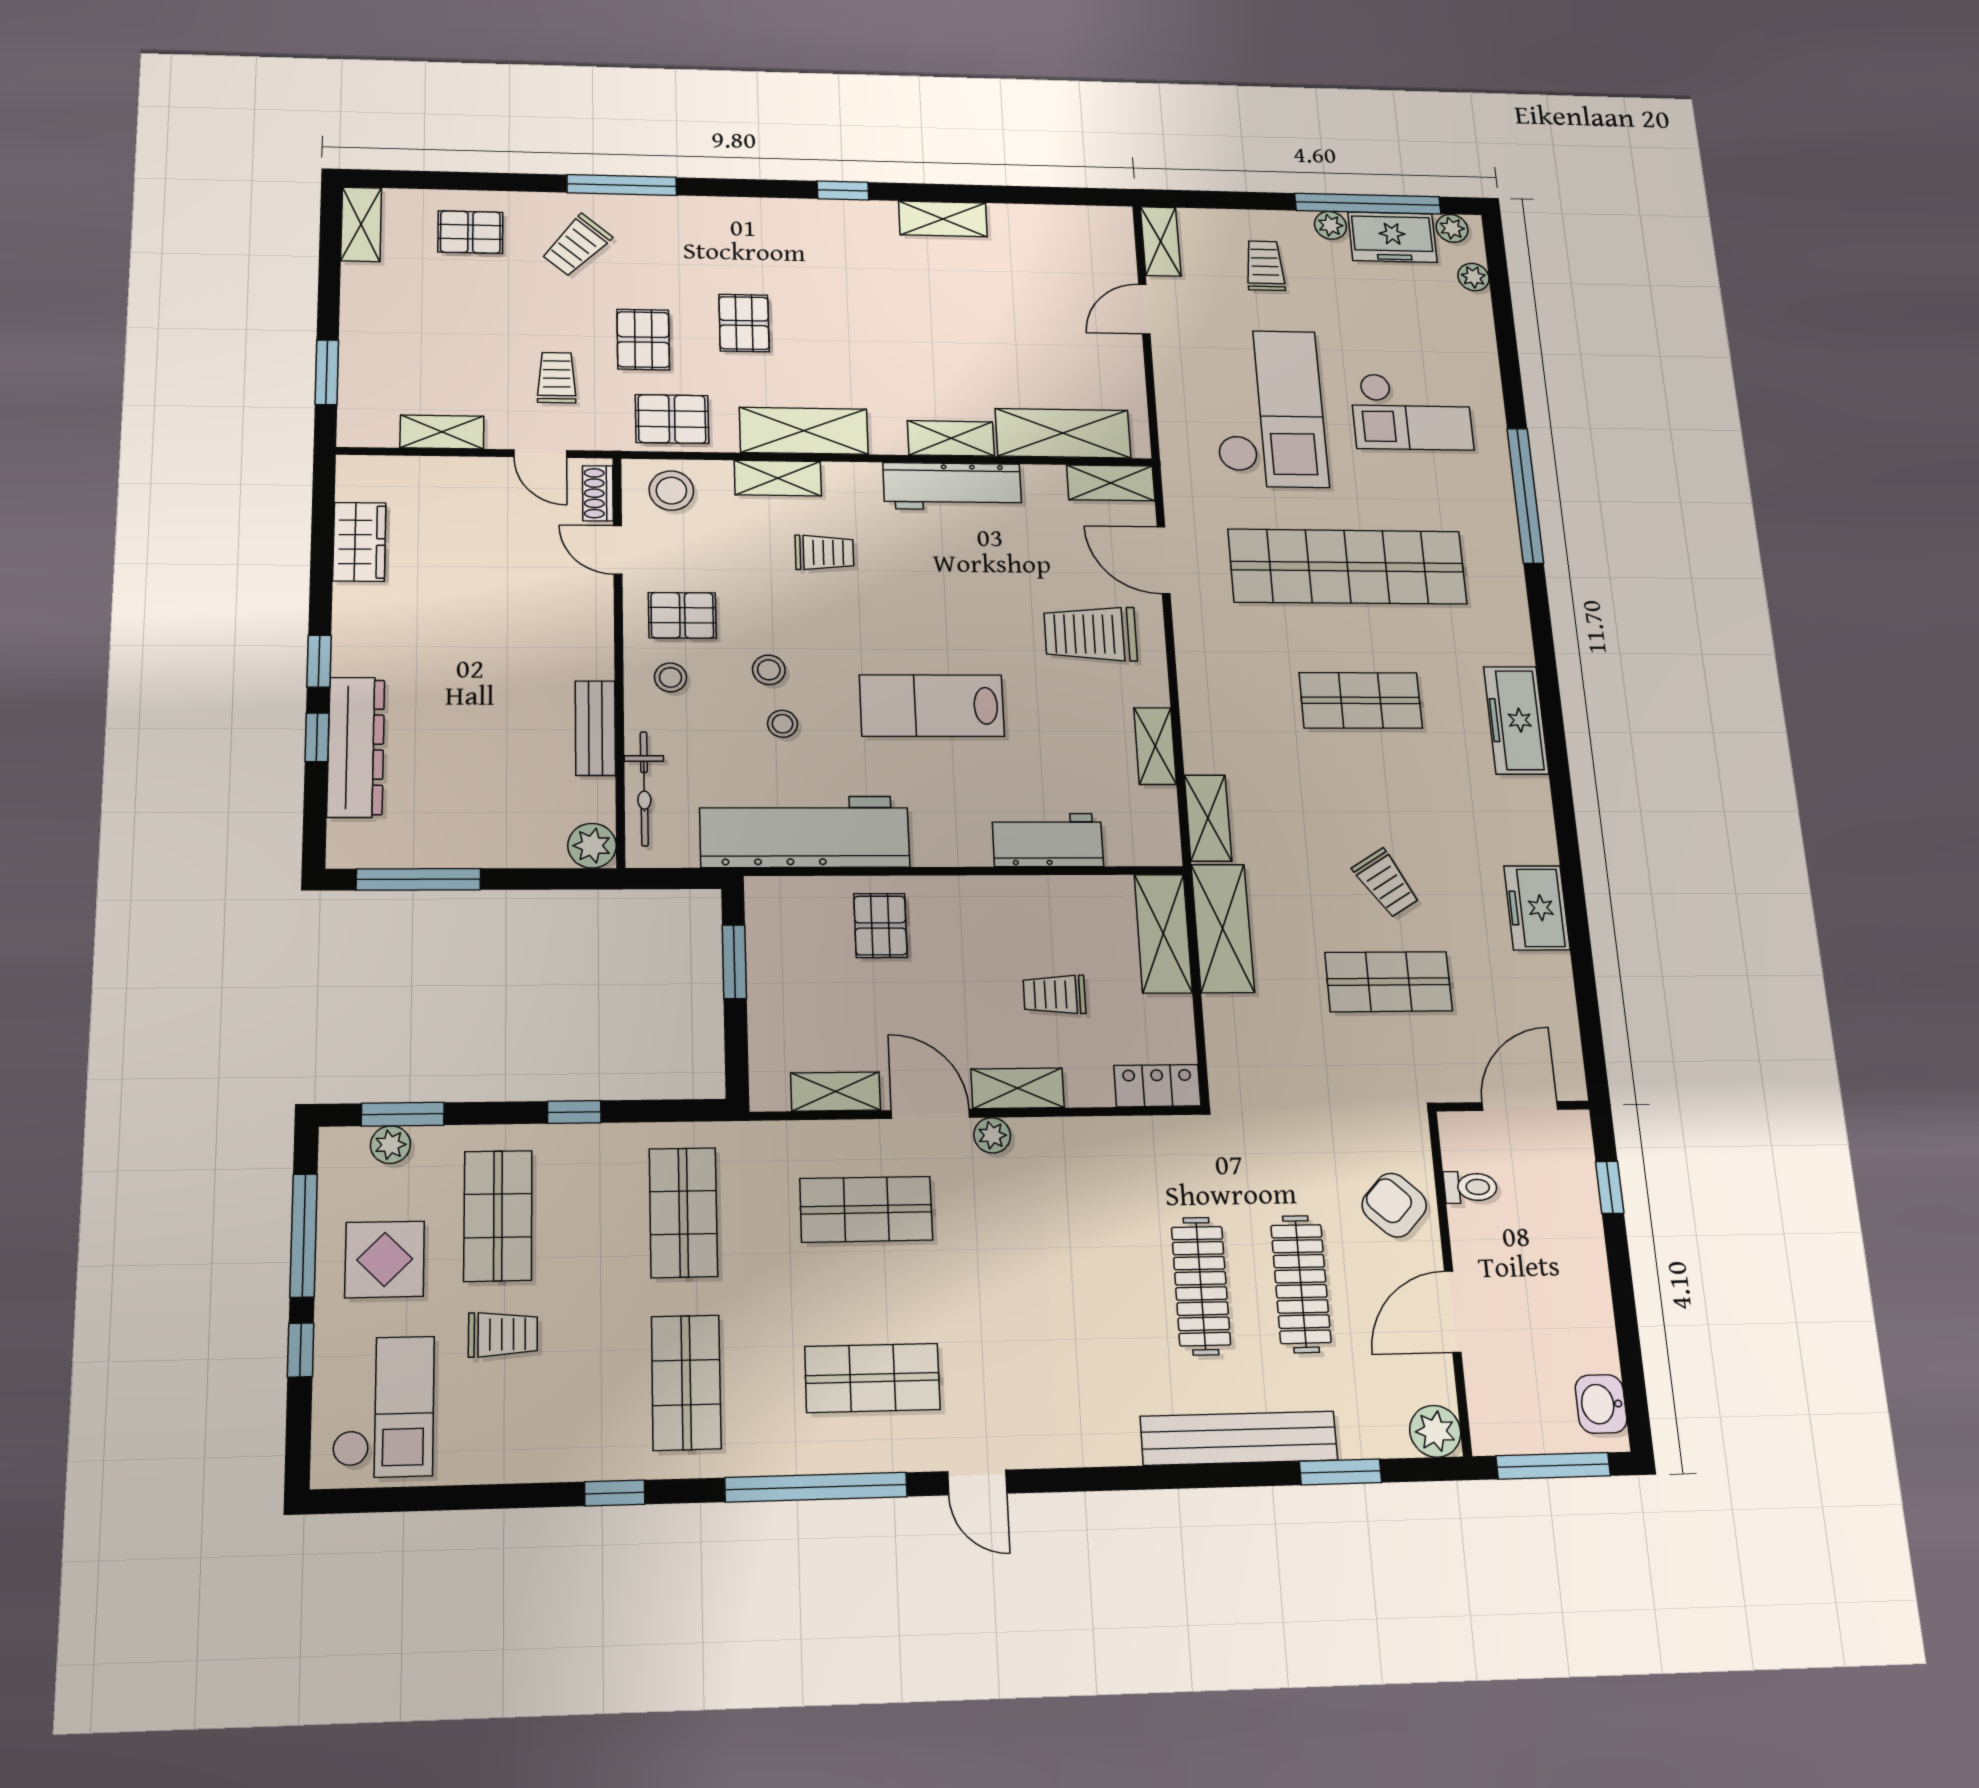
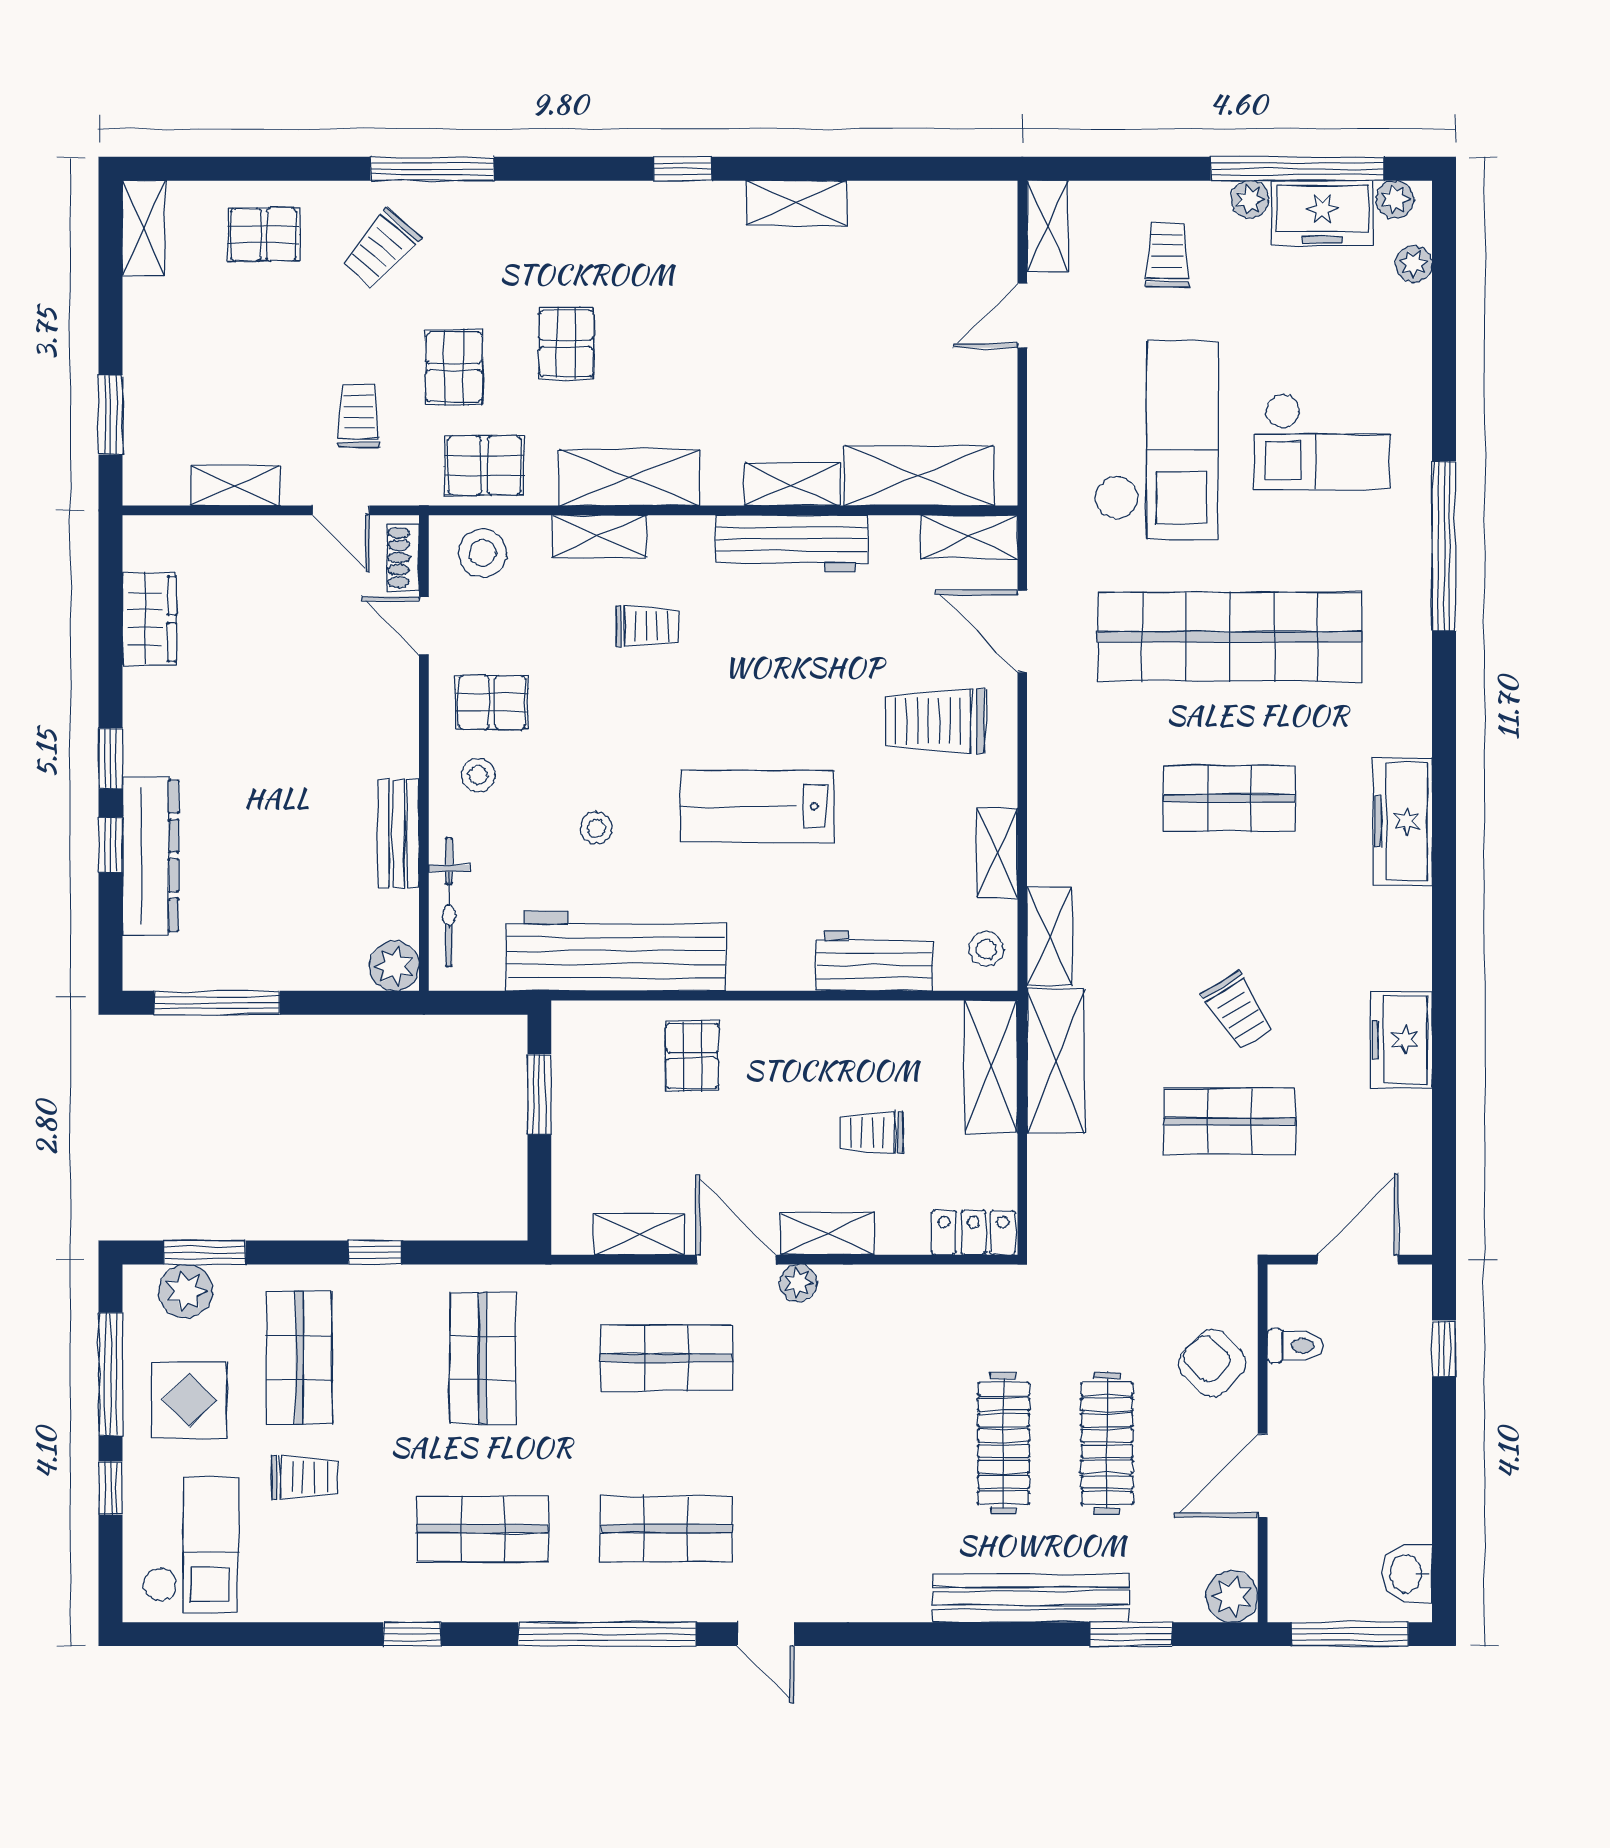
stool: (769, 670) -> (986, 949), moved
plant: (390, 1145) -> (186, 1291), width x1.38, depth x1.38
shop shelf: (686, 1382) -> (483, 1529), turned 90

